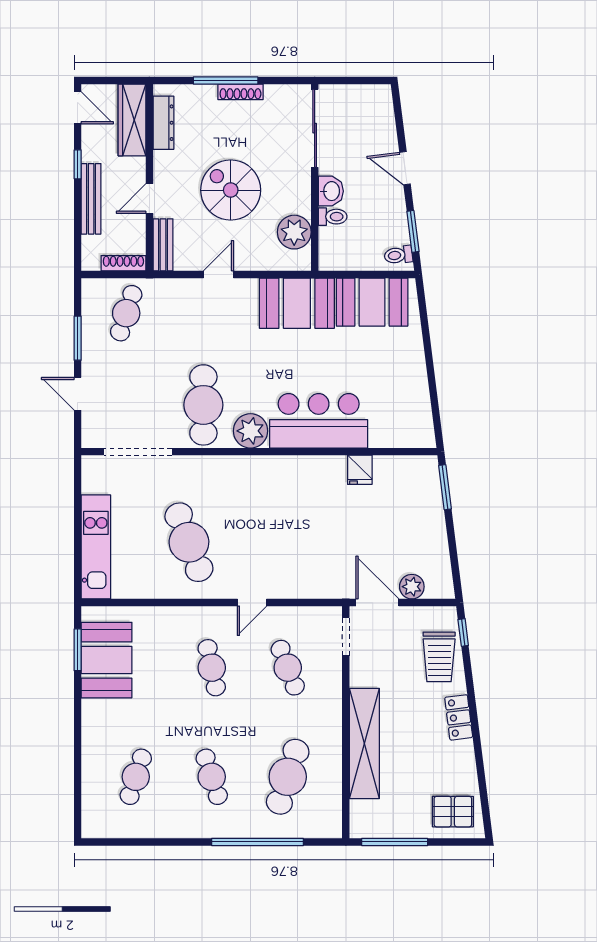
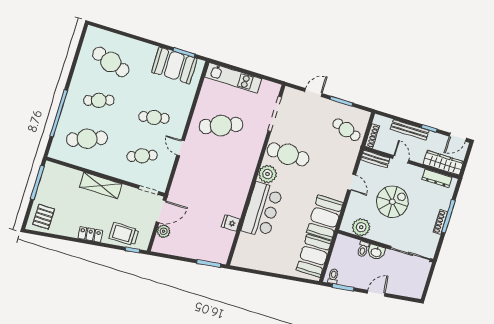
shelving: (364, 743) -> (101, 185), width x0.68
cafe table: (136, 777) -> (111, 62), width x1.37, depth x1.35
cafe table: (288, 777) -> (87, 139), turned -39

